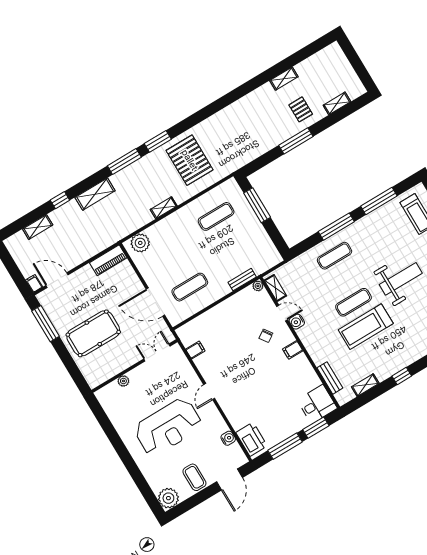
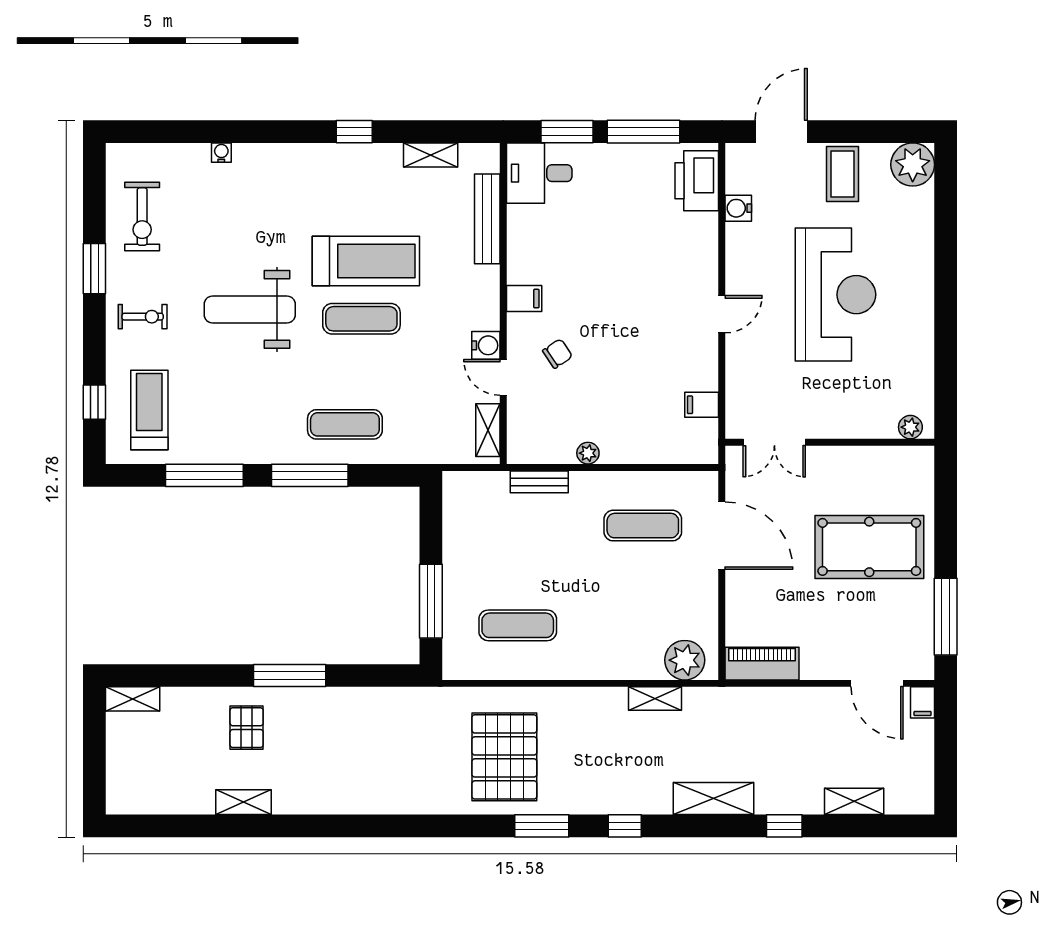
shelving: (337, 103) -> (133, 699), moved
window: (124, 162) -> (625, 826), width x0.46
shelving: (164, 208) -> (655, 699), moved
plant: (258, 286) -> (588, 453), moved
bench: (330, 378) -> (487, 219), width x1.36
plant: (123, 381) -> (910, 427), moved
reception desk: (168, 427) -> (835, 295), turned 90

